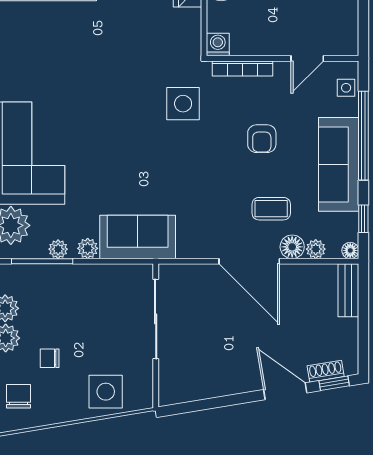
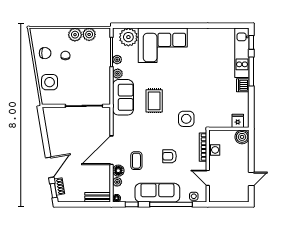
washing machine: (218, 45) -> (214, 150), moved
rug: (145, 171) -> (154, 101), added
chair: (18, 396) -> (45, 53), moved

